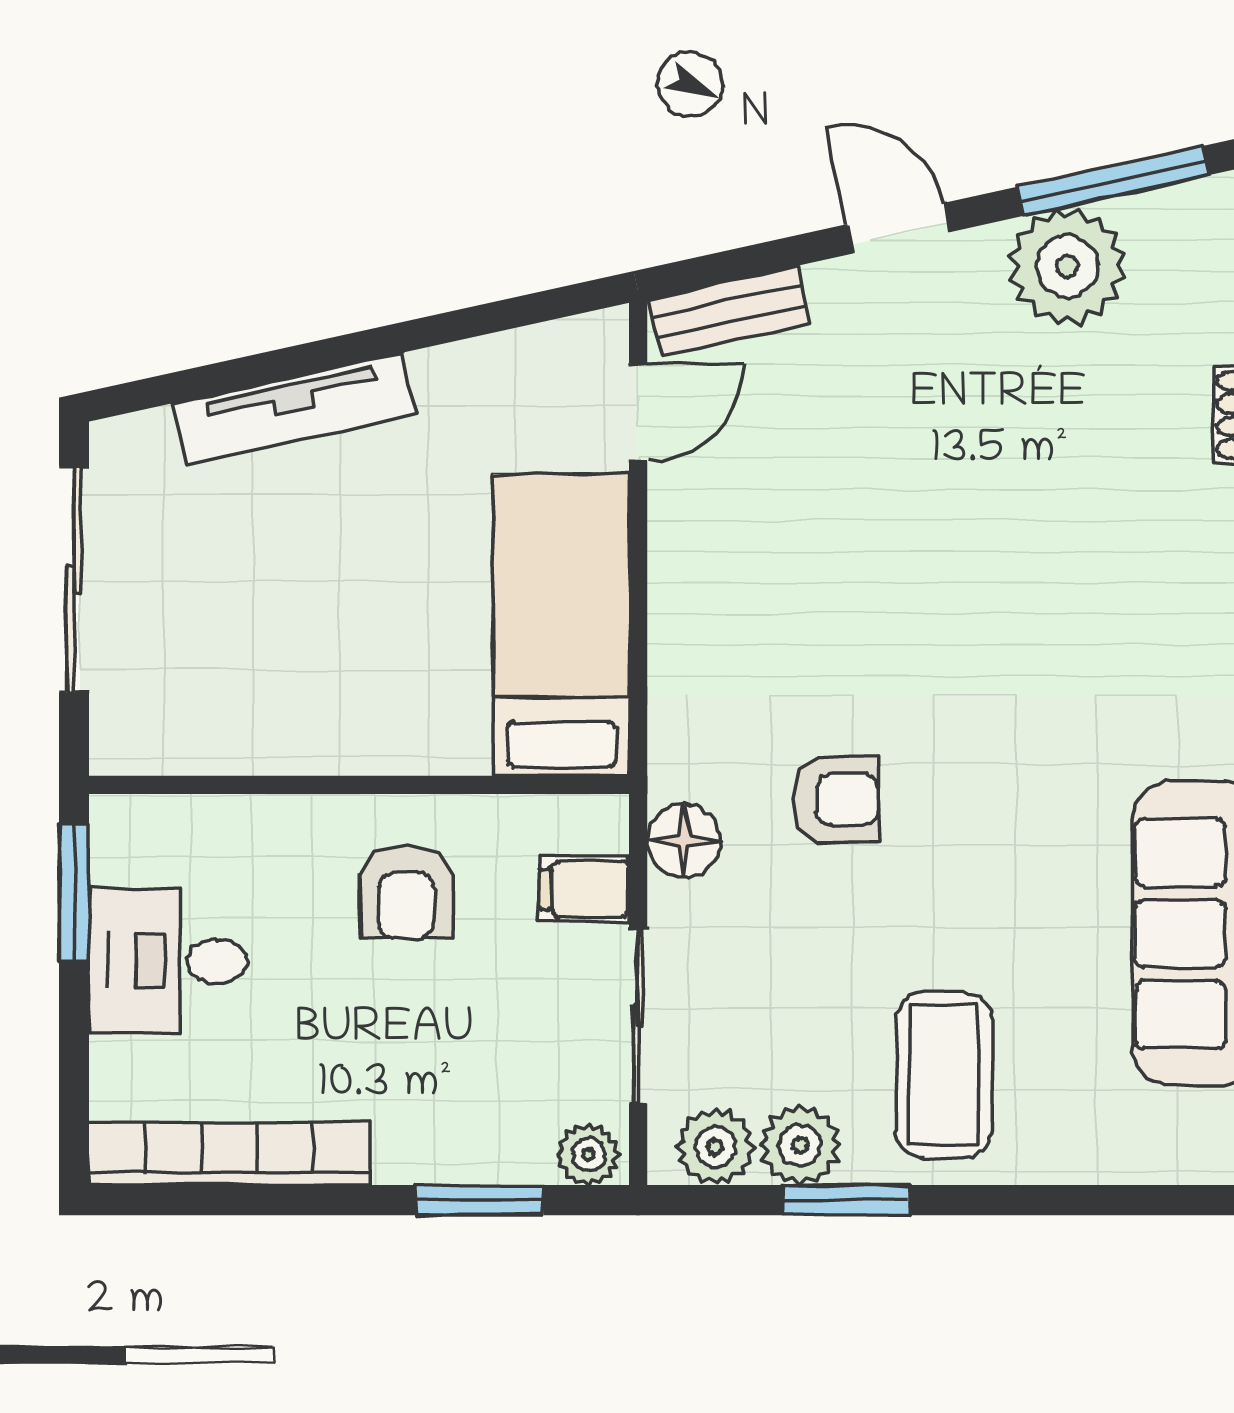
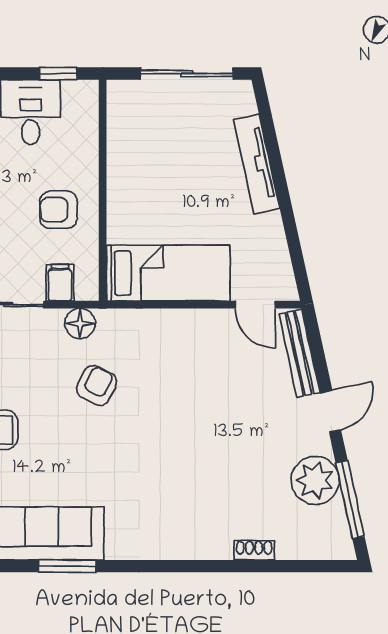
bench: (730, 310) -> (299, 353), width x1.36
armchair: (836, 800) -> (97, 385), turned -153
window: (74, 893) -> (58, 74), width x0.67

